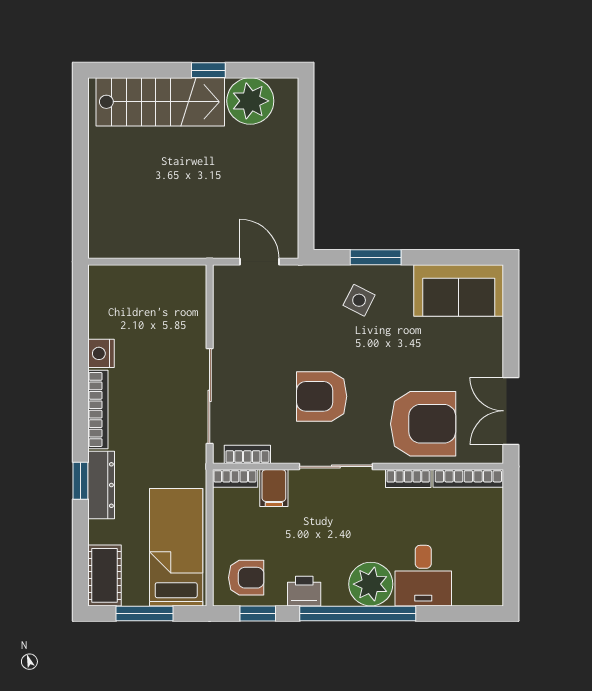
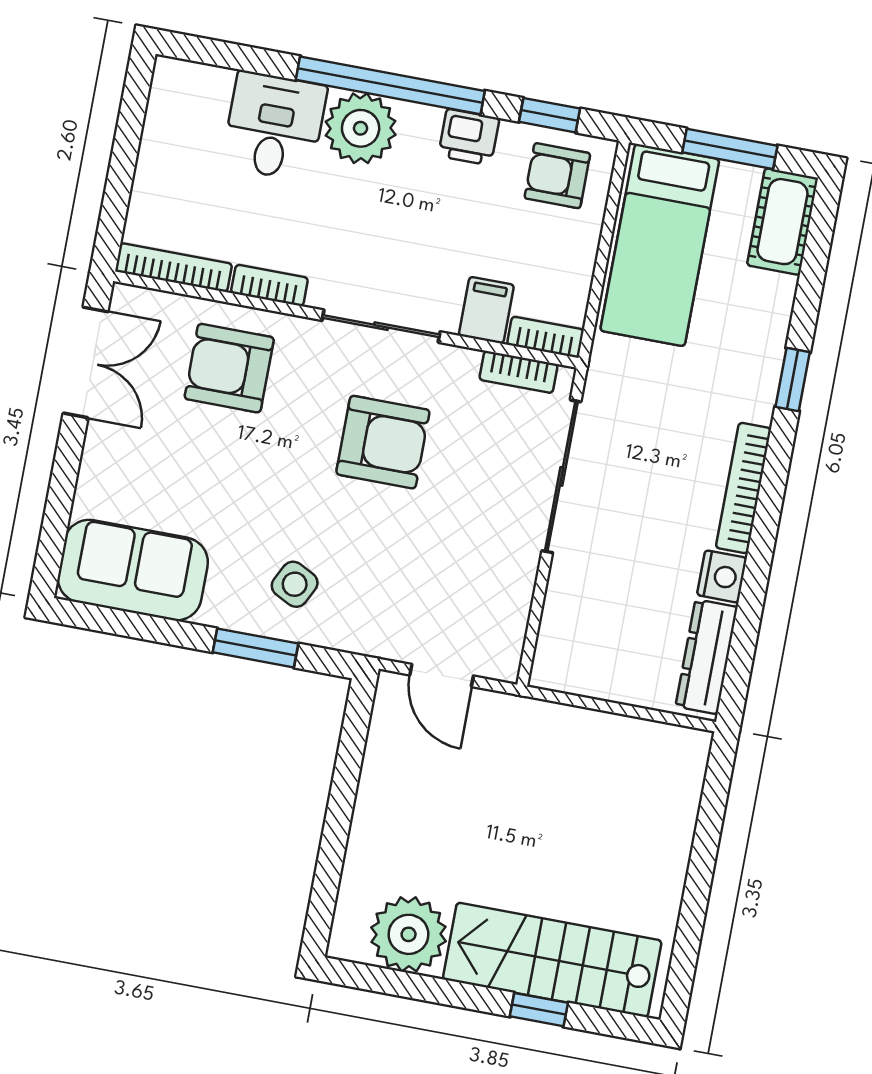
window: (208, 70) -> (539, 1010), moved
armchair: (423, 424) -> (229, 368), width x0.73, depth x0.73
dresser: (101, 485) -> (707, 657), moved

